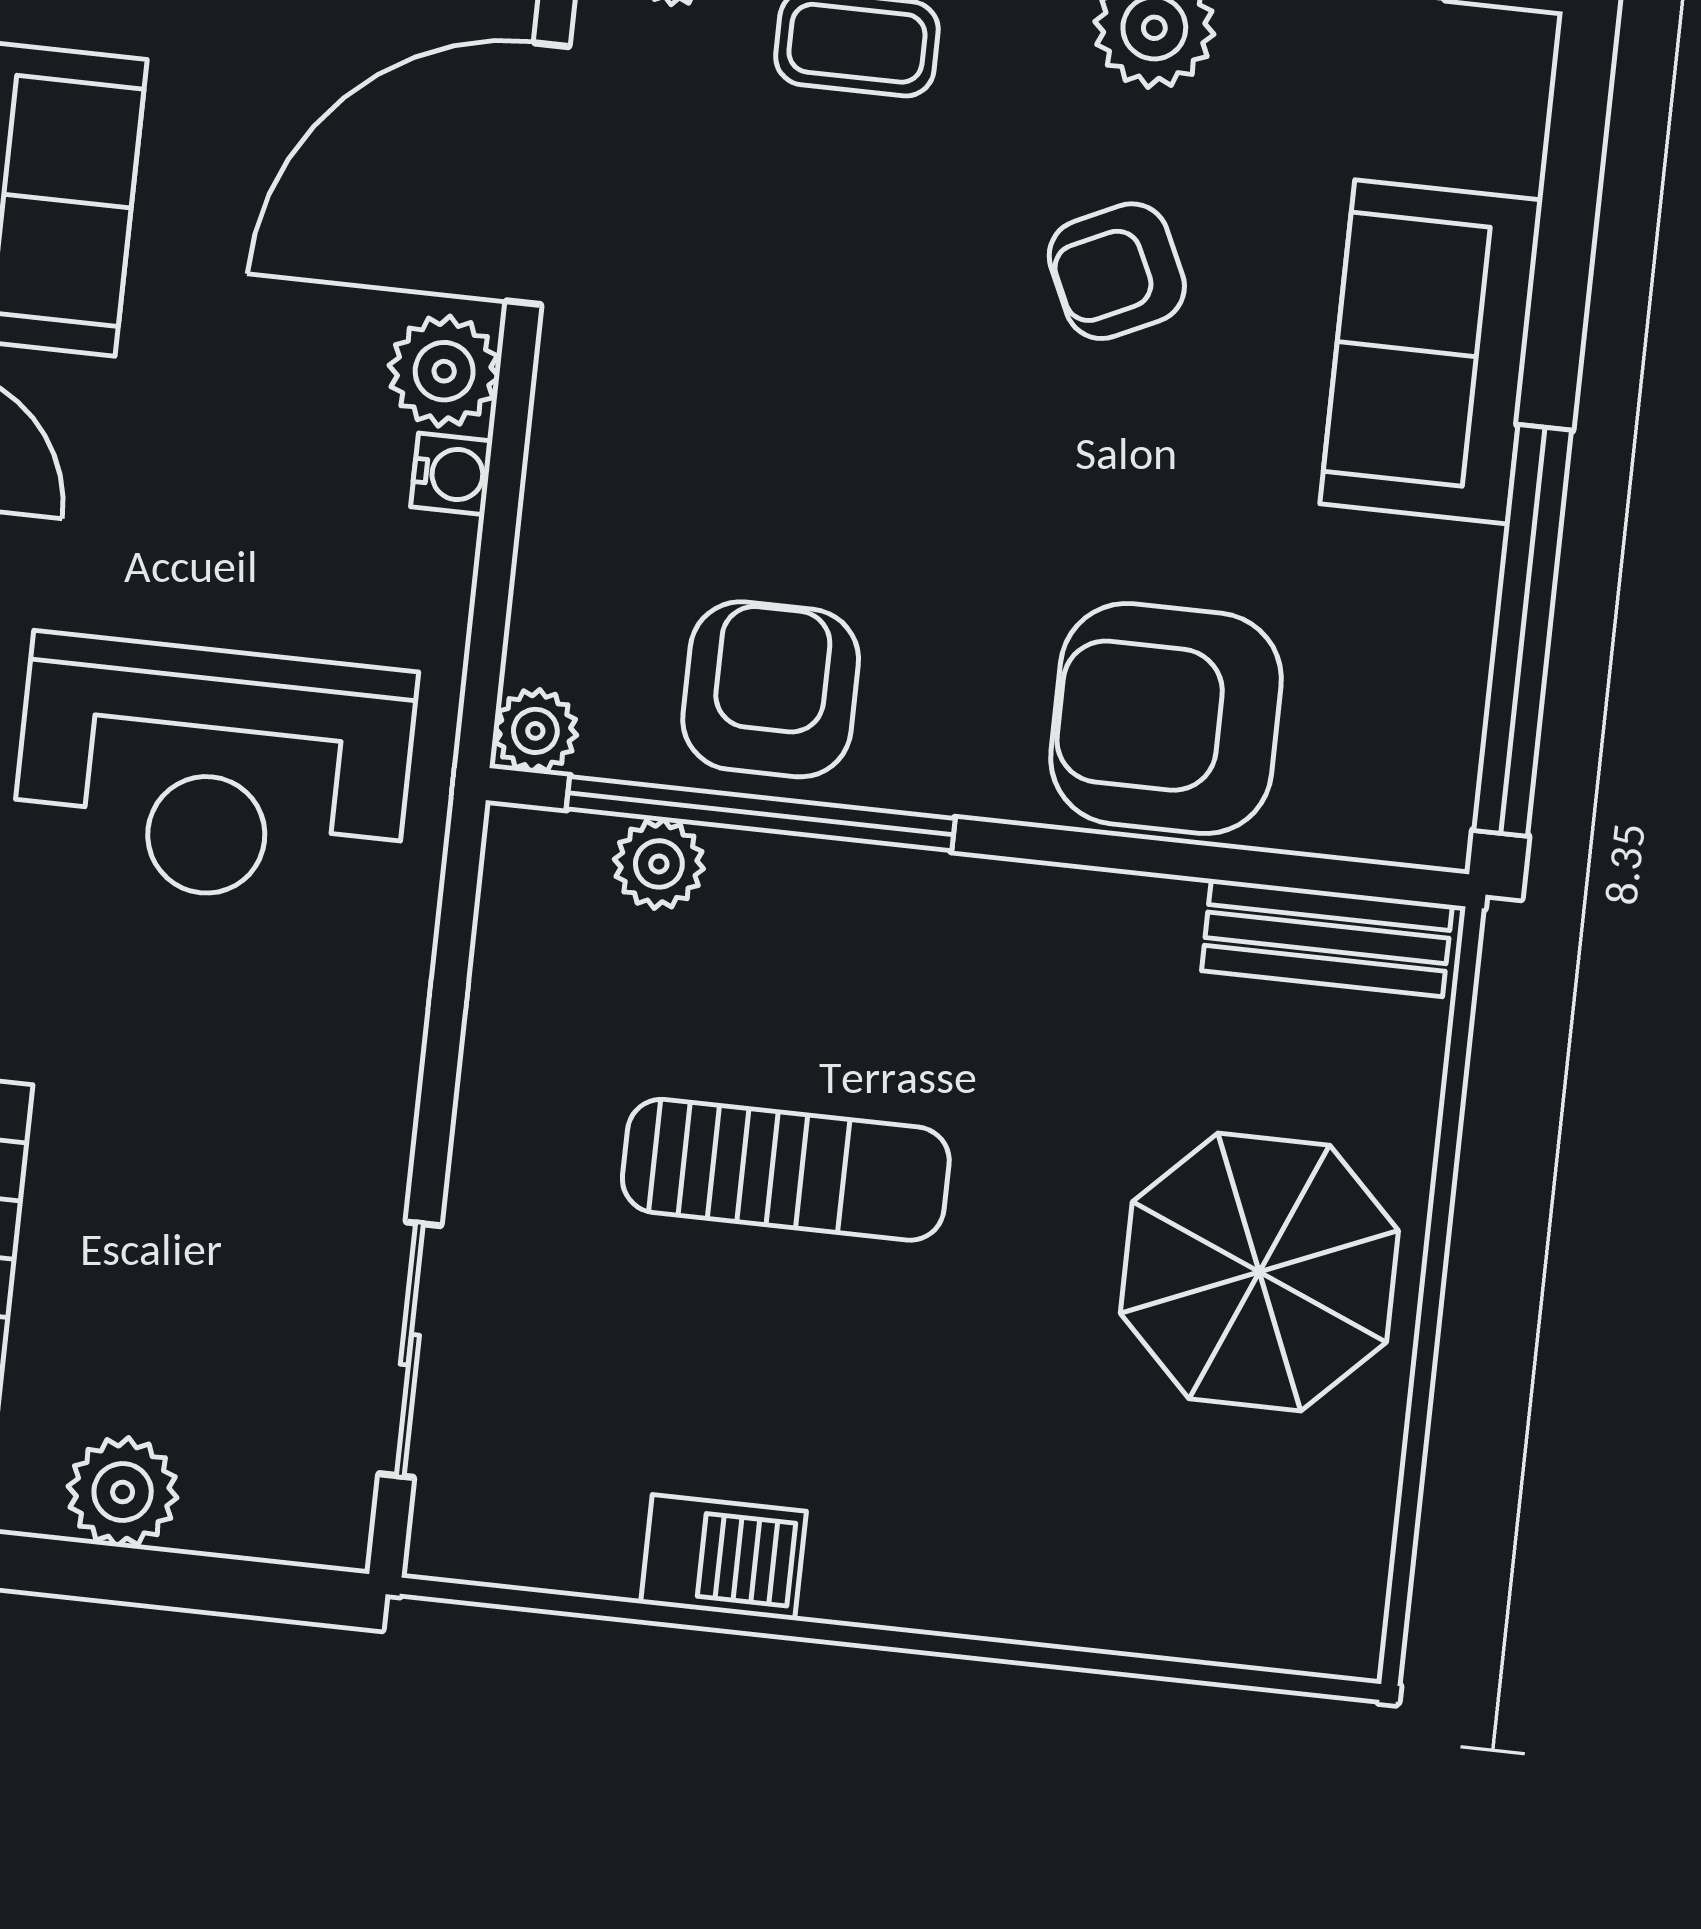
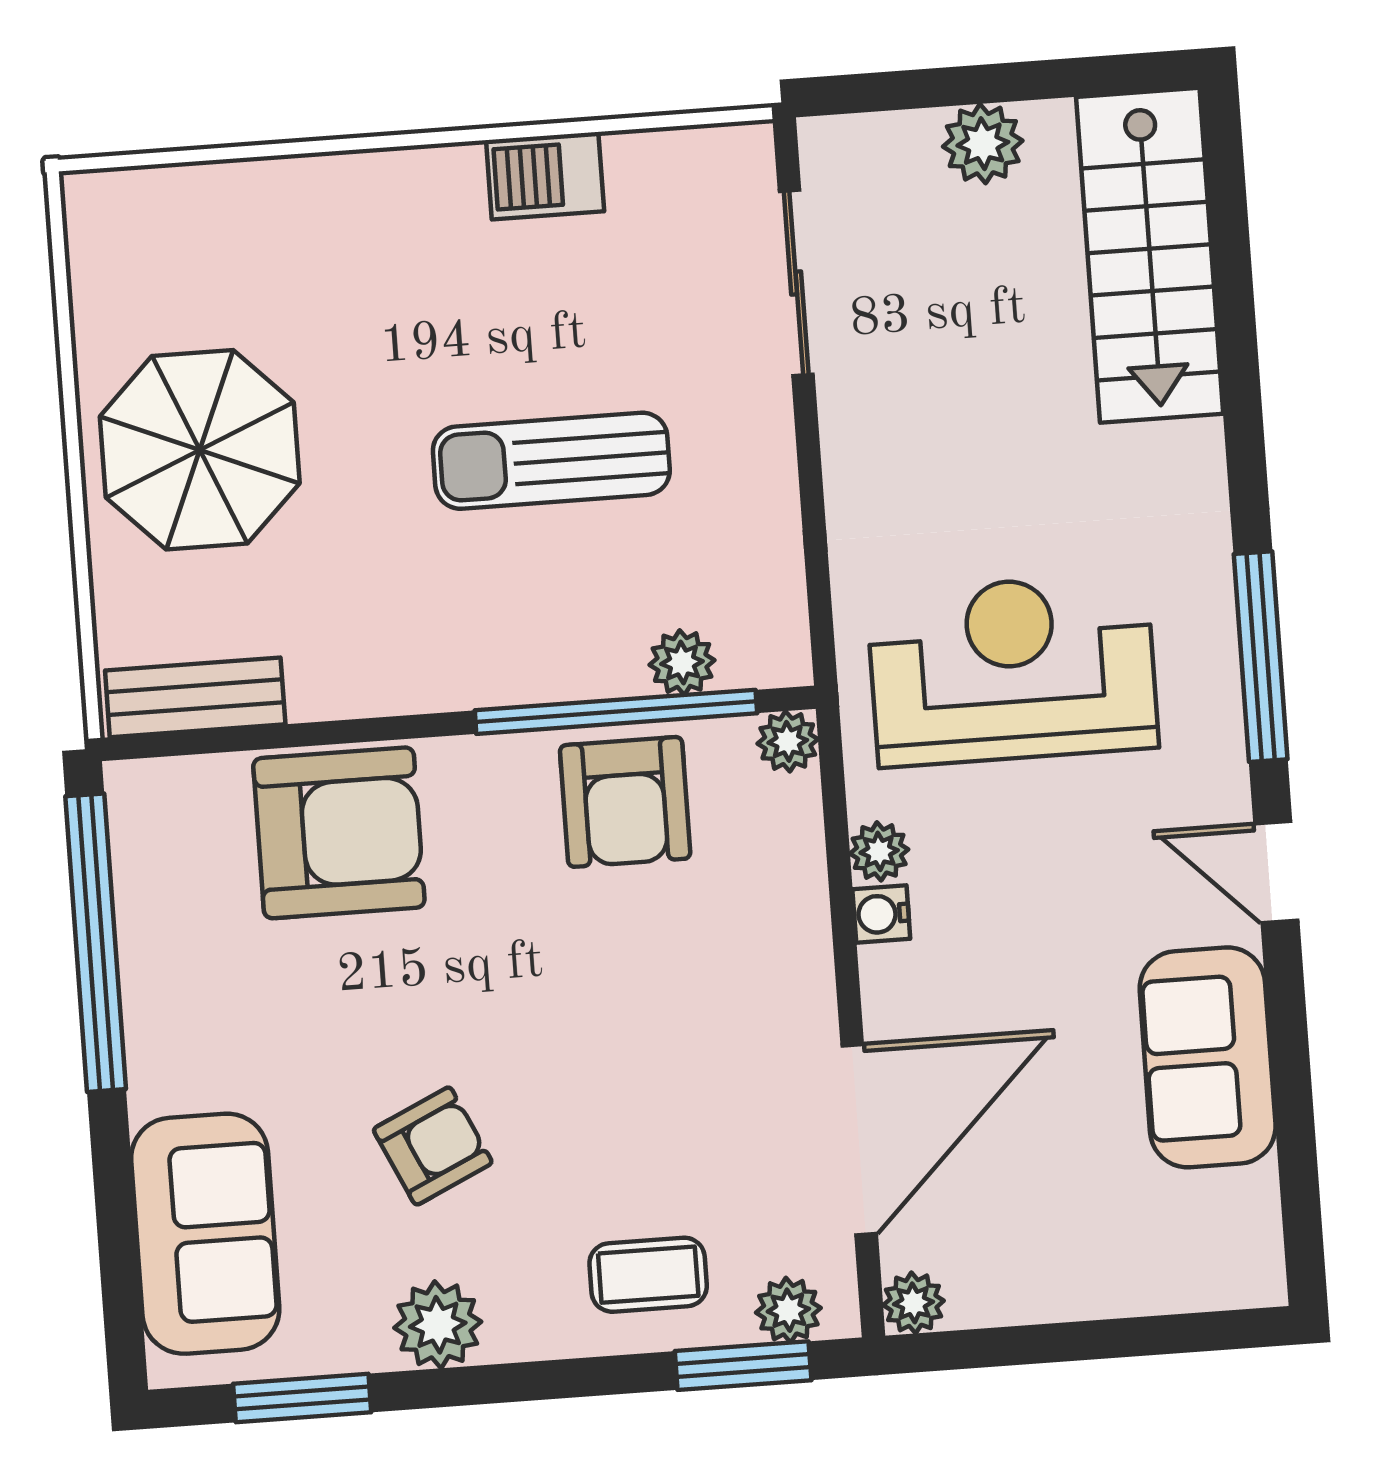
sofa: (1431, 352) -> (205, 1234), moved
plant: (444, 371) -> (879, 851), moved, width x0.73, depth x0.73

